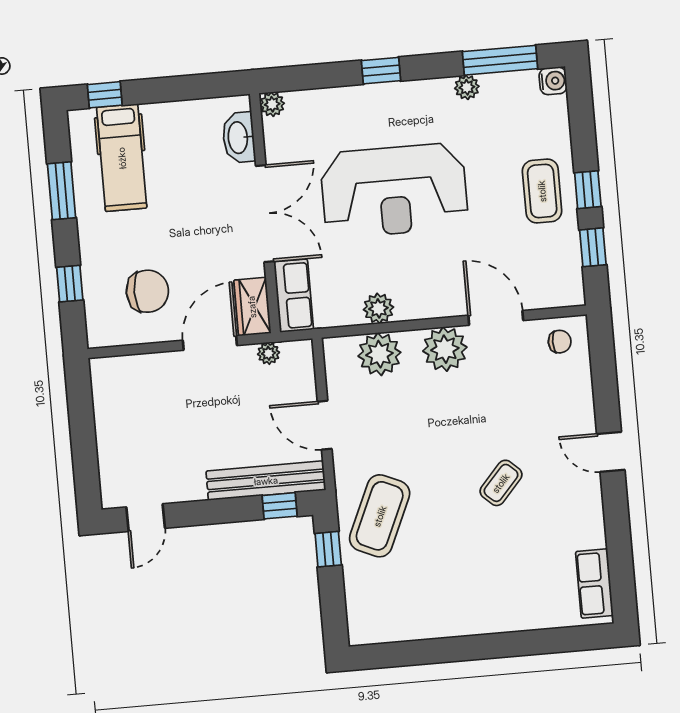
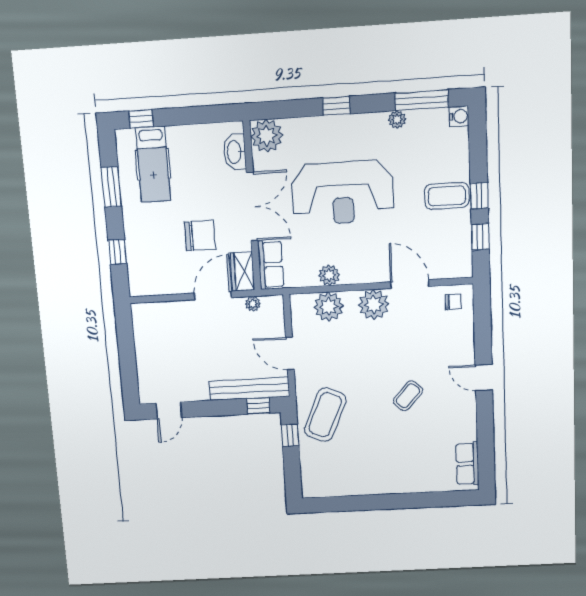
plant: (272, 104) -> (267, 136), width x1.87, depth x1.87
coffee table: (542, 191) -> (447, 196), turned 90
chair: (147, 291) -> (200, 235), moved

